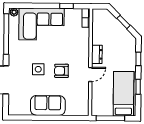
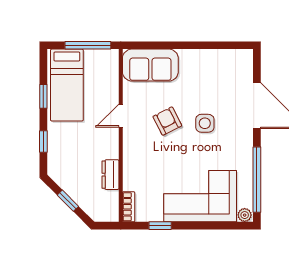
dresser: (97, 54) -> (110, 175), moved
armchair: (61, 71) -> (167, 121), turned -117
sofa: (48, 105) -> (150, 65), moved

